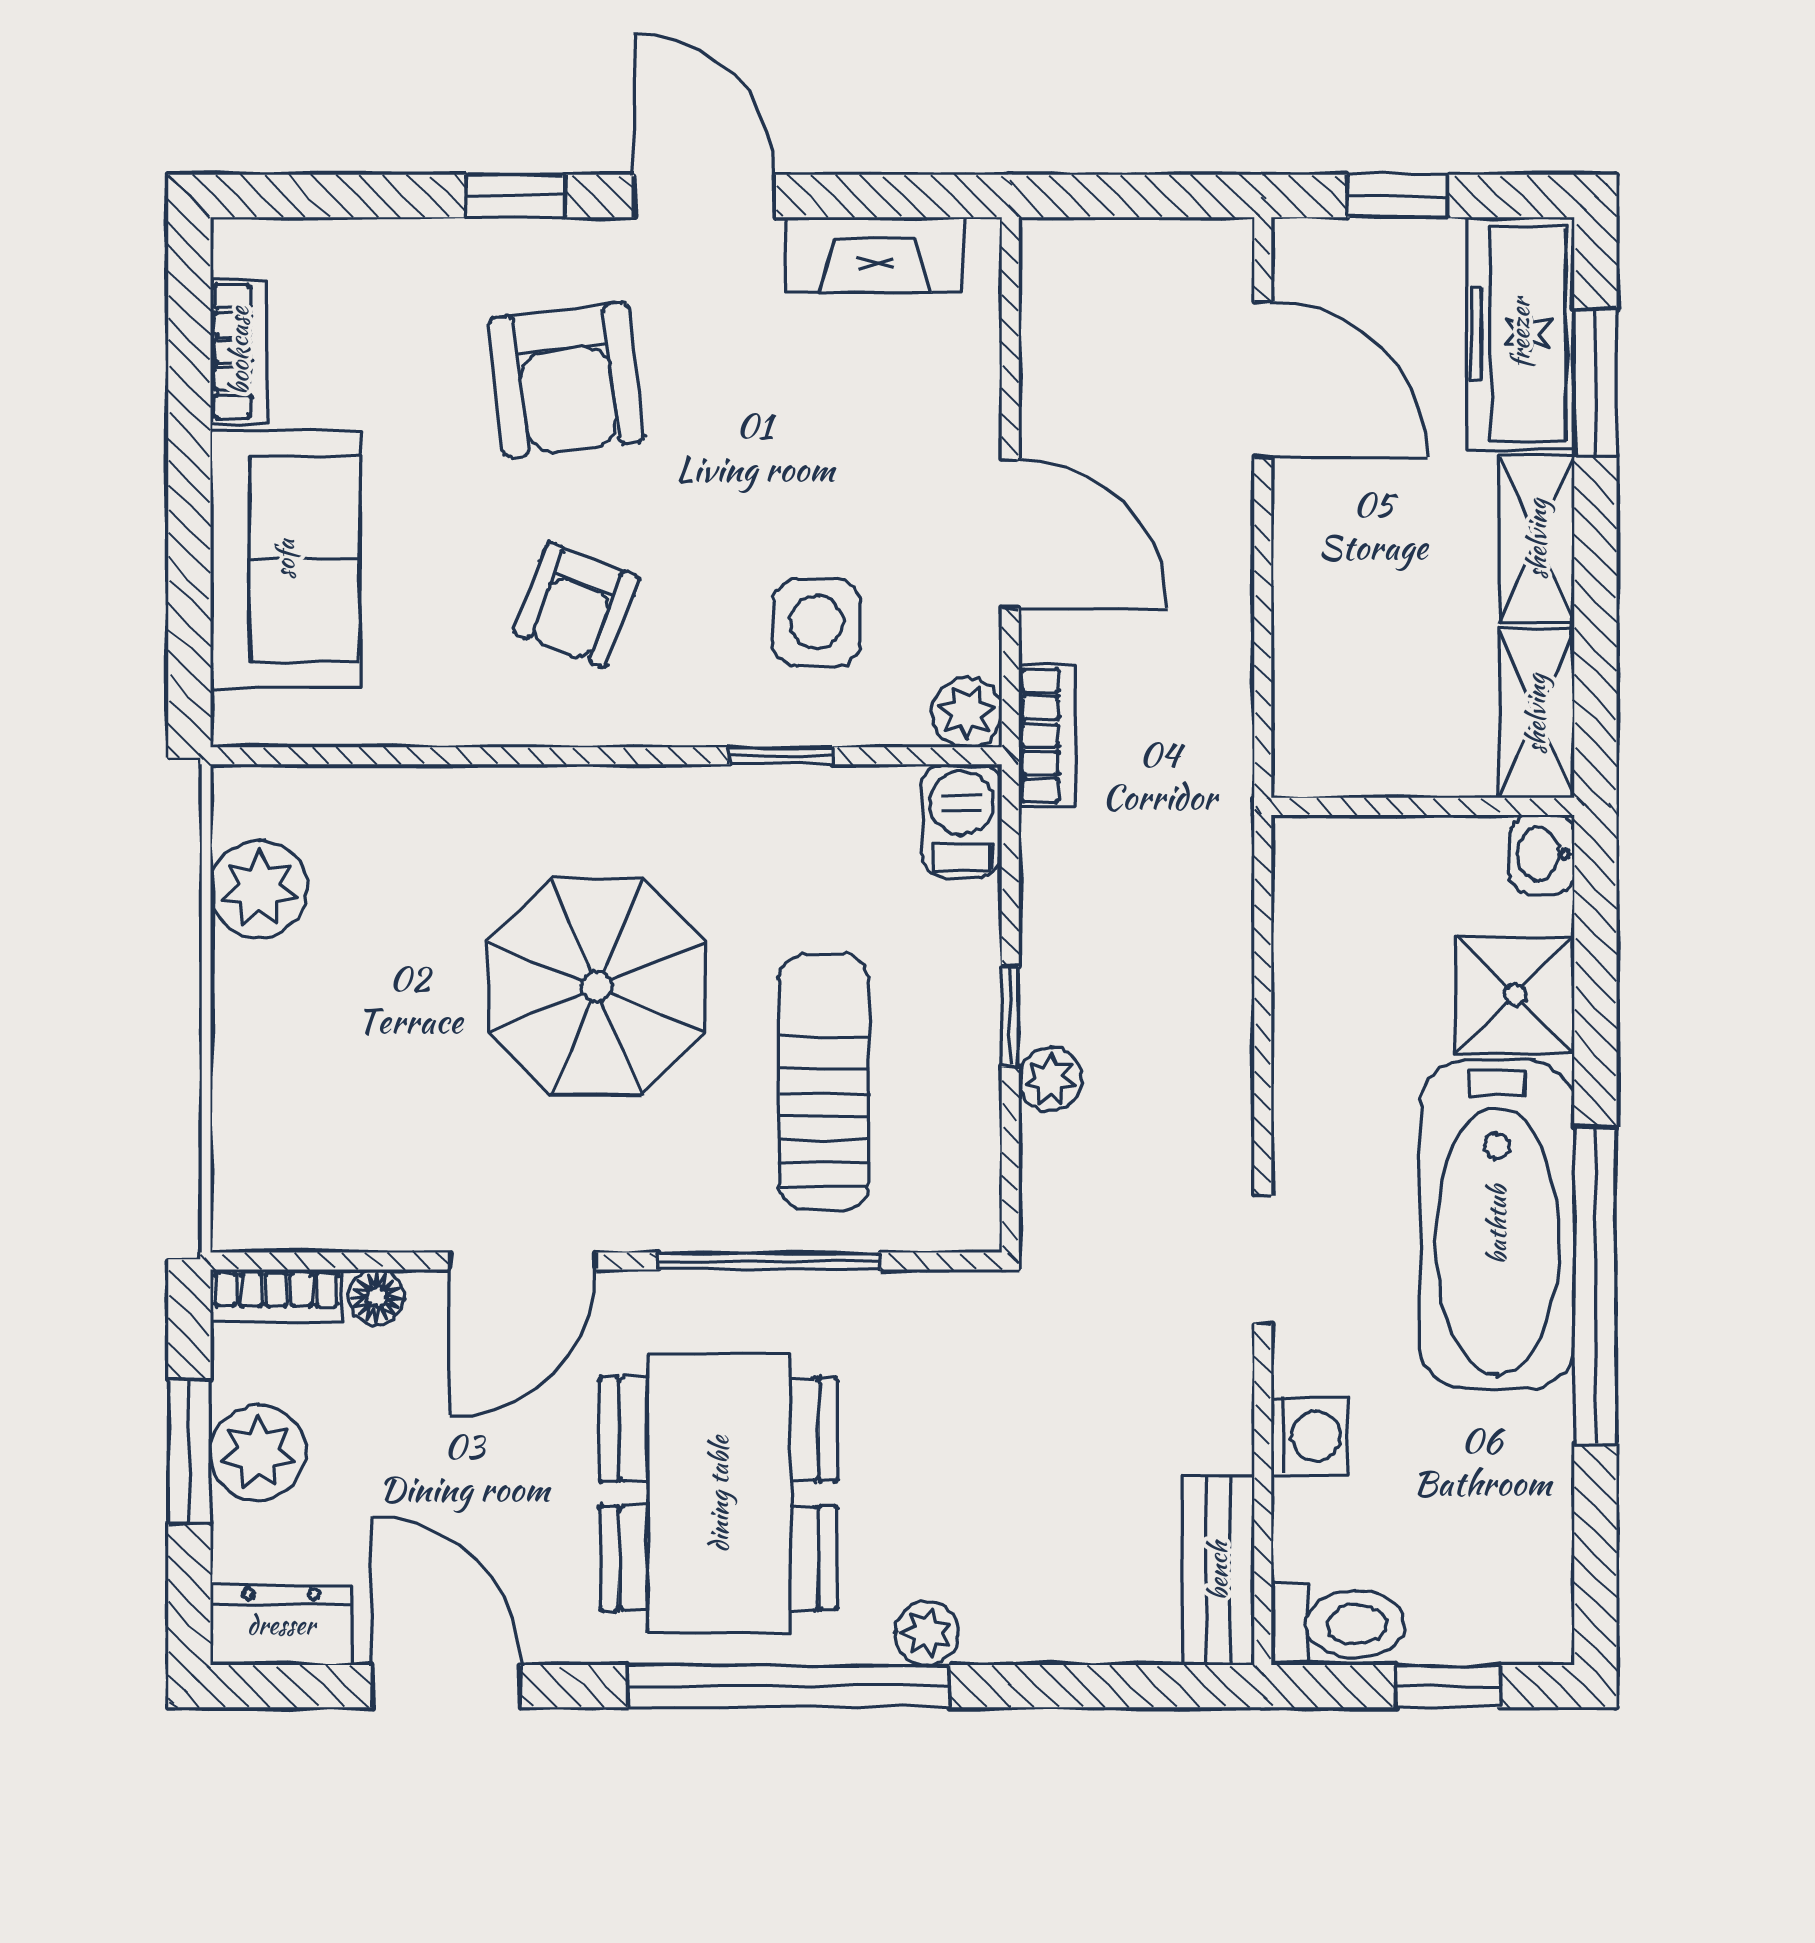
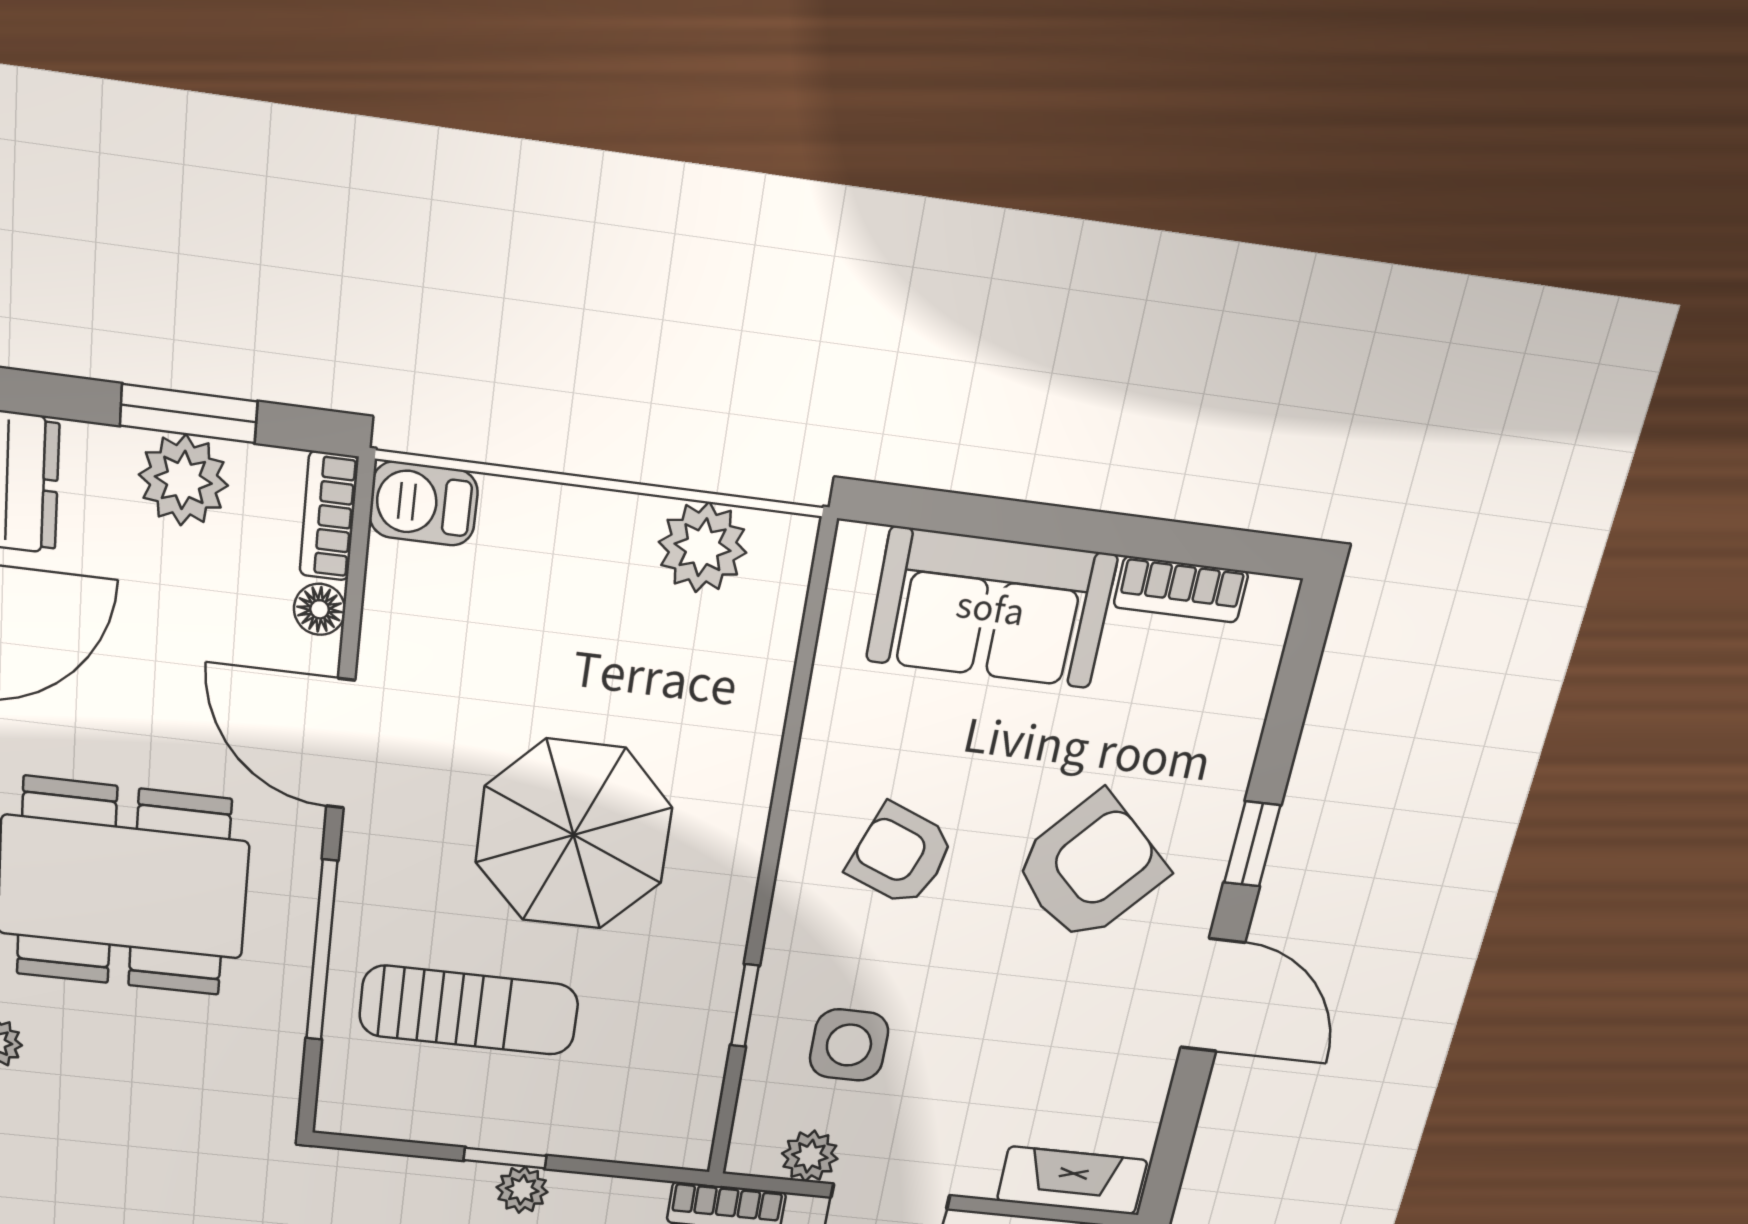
door: (704, 196) -> (1212, 995), hinge flipped
fireplace: (875, 255) -> (1072, 1180), moved, turned 90
armchair: (566, 380) -> (1090, 868), turned 139
plant: (967, 712) -> (810, 1156), moved
barbecue: (962, 821) -> (423, 504), moved, turned 180
plant: (1050, 1079) -> (522, 1190), moved

